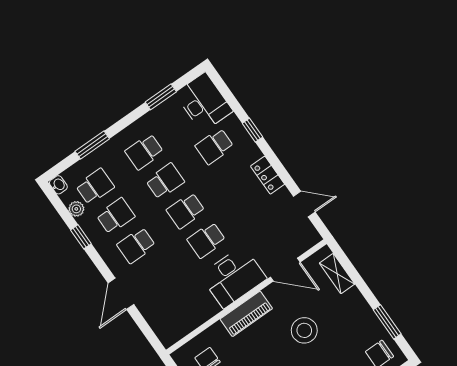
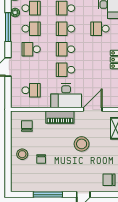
school desk: (165, 181) -> (66, 29), turned 180
window: (81, 237) -> (8, 27), width x2.17
door: (285, 270) -> (93, 109), swing flipped
school desk: (178, 304) -> (31, 90), added

